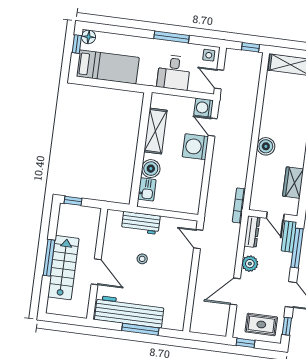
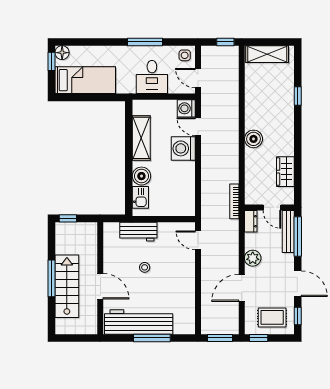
dresser: (252, 232) -> (251, 221), width x0.70
bench: (289, 236) -> (288, 232), width x1.36
window: (207, 338) -> (220, 338), added

